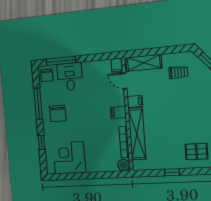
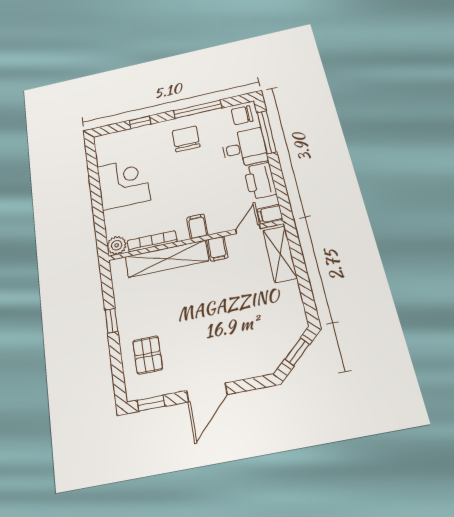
printer: (94, 69) -> (260, 181), added
trolley: (178, 72) -> (272, 310), removed
chair: (58, 113) -> (186, 139), turned 90
corner desk: (69, 158) -> (123, 183), moved

